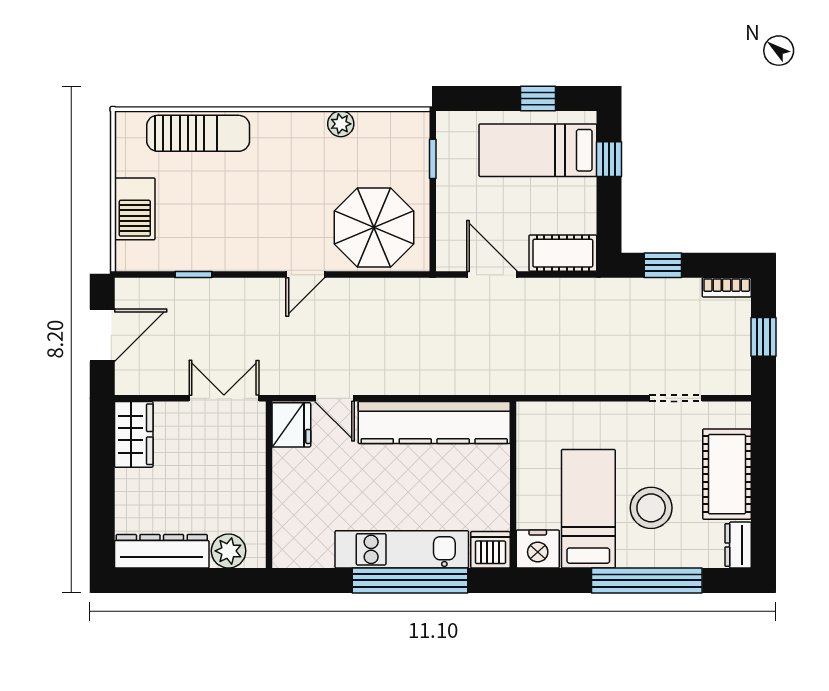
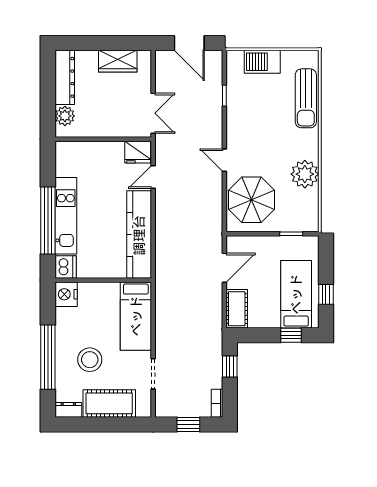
plant: (341, 124) -> (305, 174), width x1.87, depth x1.87
wardrobe: (134, 434) -> (118, 61), moved
bed: (588, 509) -> (136, 316), moved, turned 90

